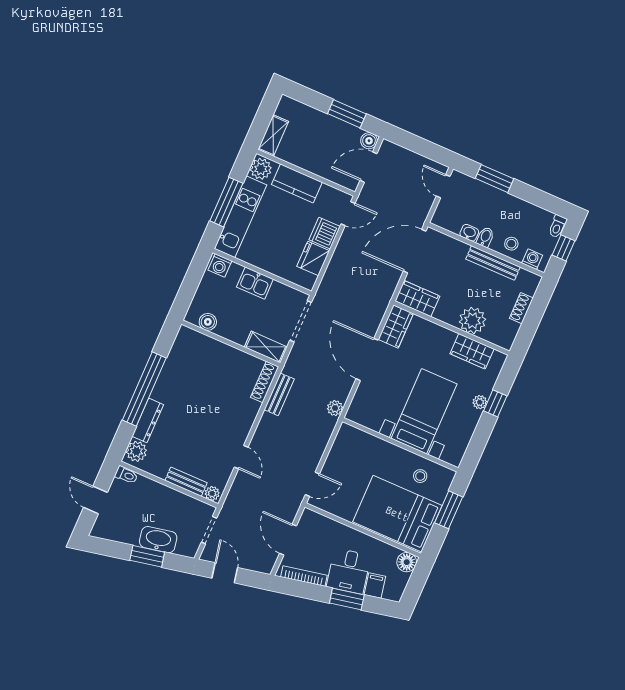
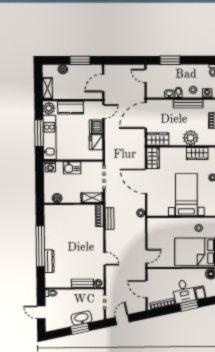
boiler: (369, 141) -> (63, 69), moved
plant: (136, 451) -> (51, 279), removed
door: (225, 573) -> (122, 320), hinge flipped

